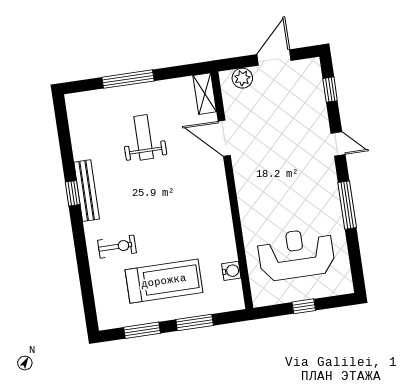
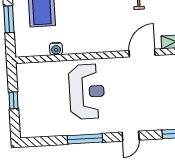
reception desk: (296, 254) -> (87, 92), moved
water cooler: (231, 271) -> (56, 49), moved

